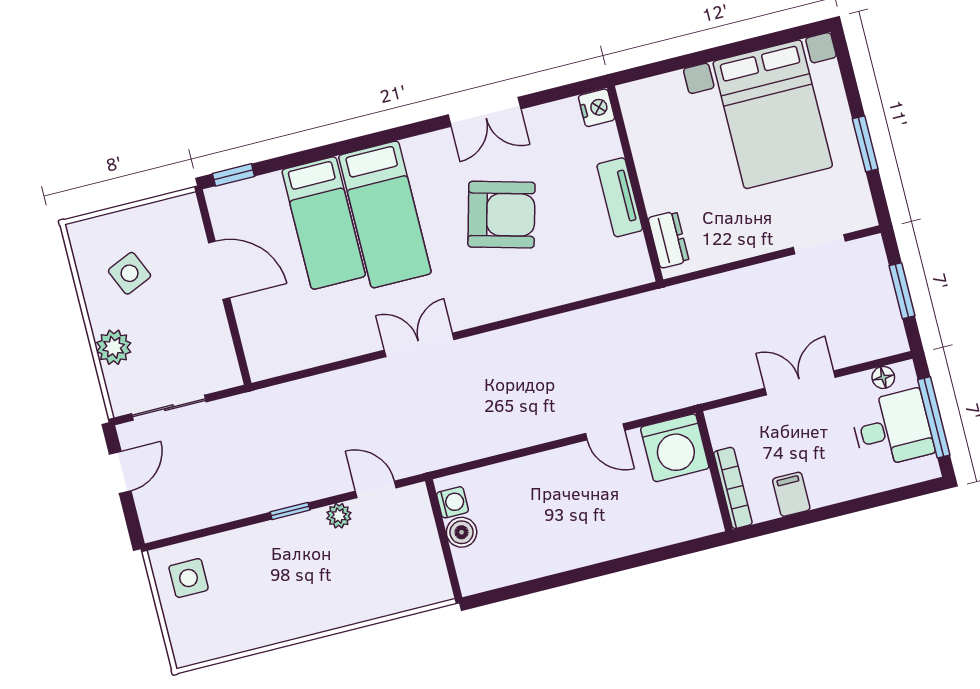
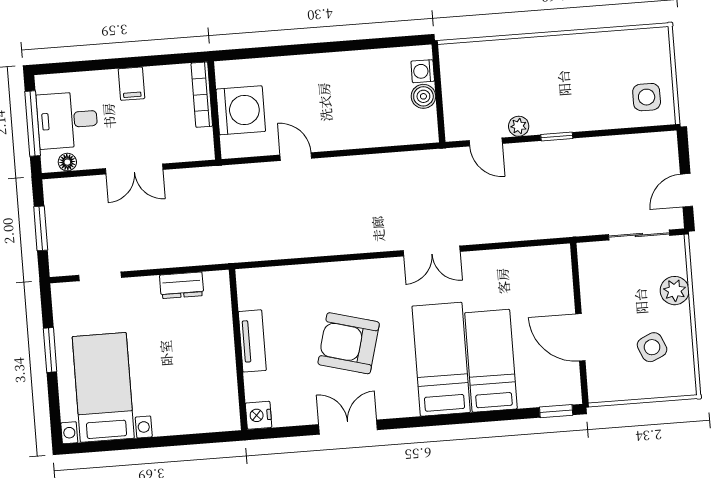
bed with nightstands: (773, 114) -> (103, 387), width x0.73
dresser: (669, 240) -> (182, 285), moved, turned -90
washing machine: (675, 448) -> (241, 110), moved, turned 90
filing cabinet: (791, 494) -> (131, 84), moved
washing machine: (453, 502) -> (423, 71), moved

